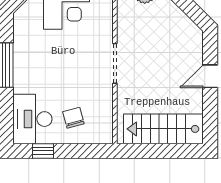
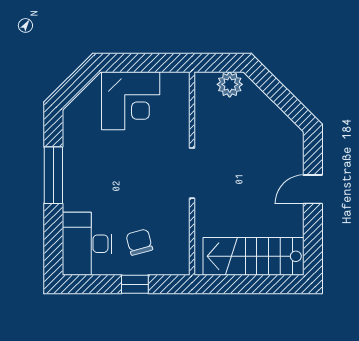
window: (43, 151) -> (135, 284), moved

